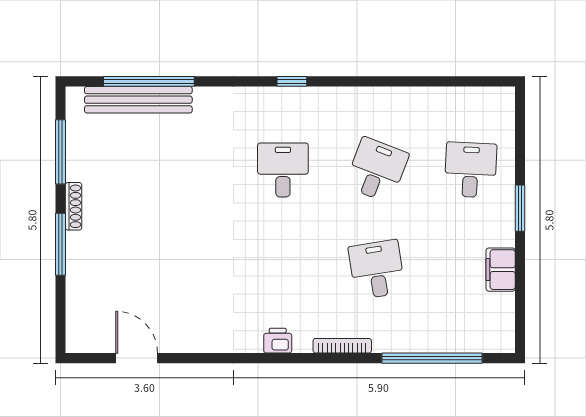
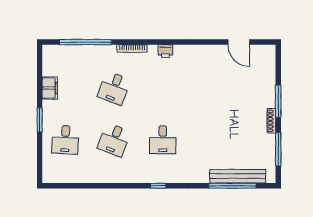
desk: (377, 270) -> (114, 88), turned 30

